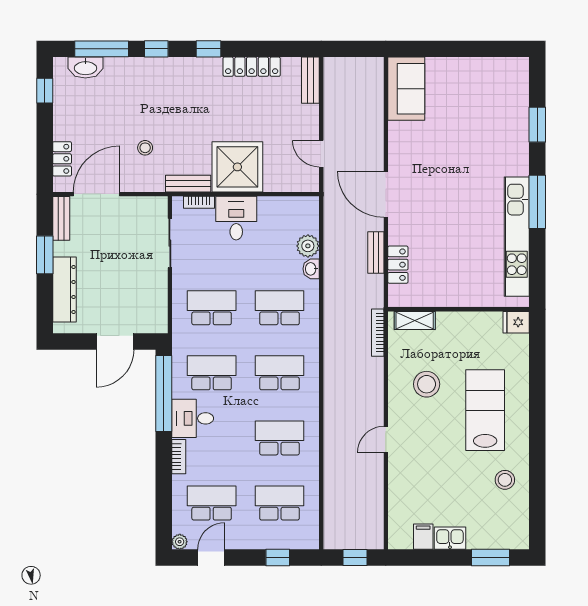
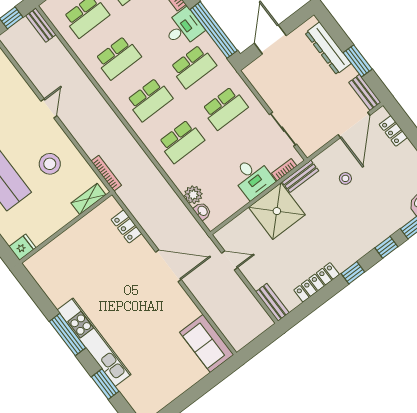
kitchen unit: (517, 237) -> (94, 342), moved
bench: (376, 253) -> (41, 25), moved
washbasin: (311, 269) -> (202, 211), moved

